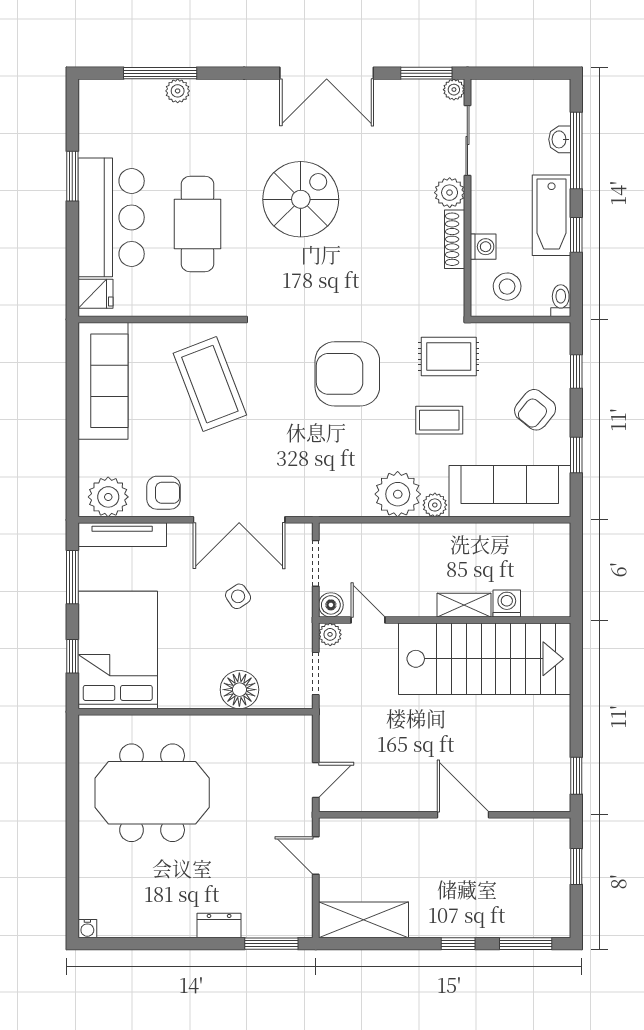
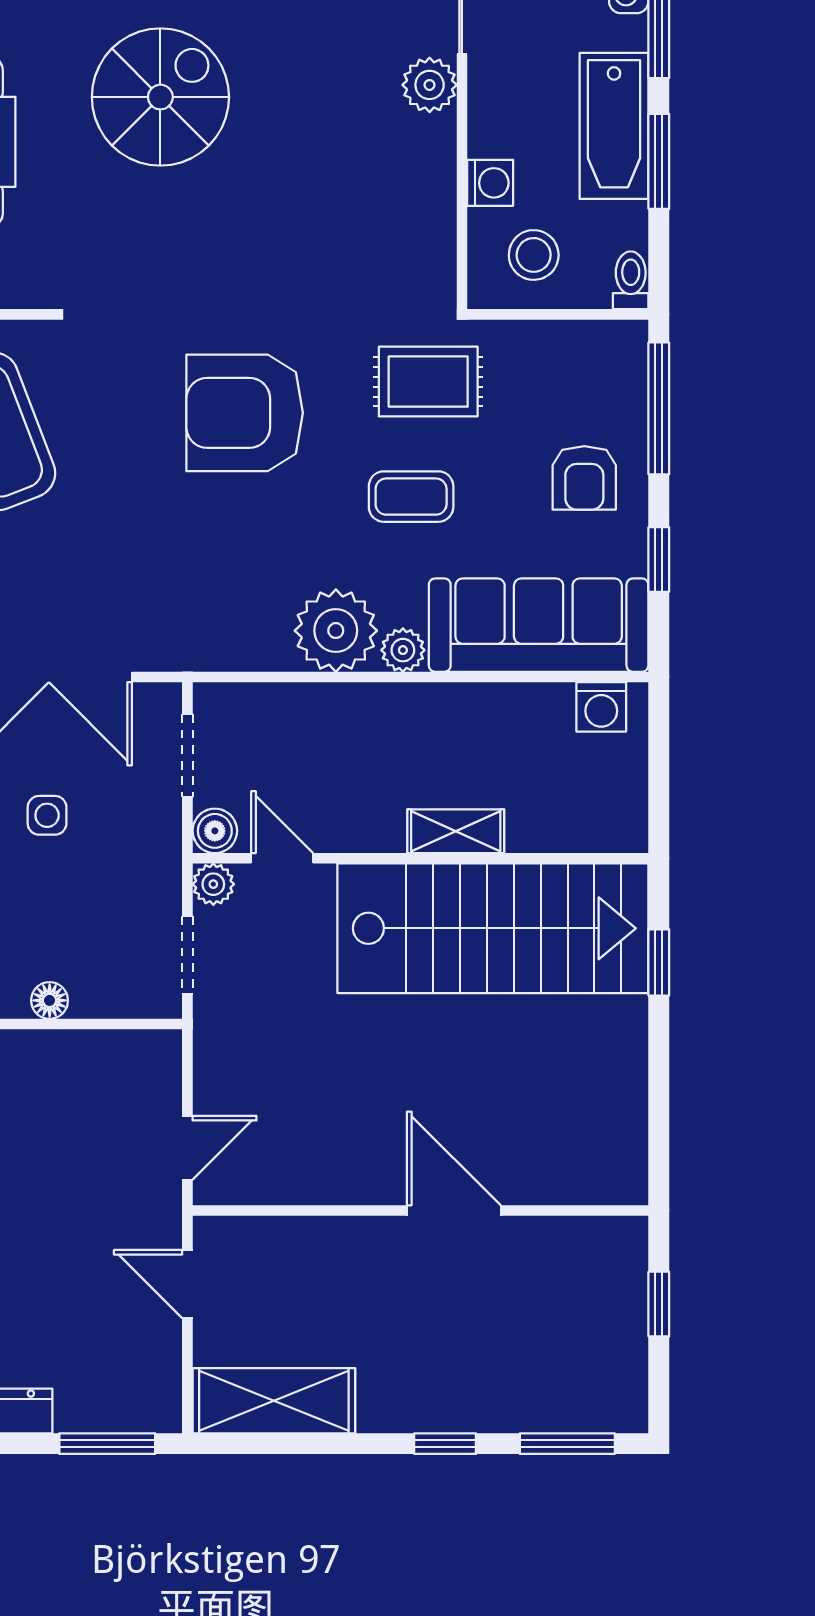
window: (576, 235) -> (659, 161), width x1.50
shoe rack: (455, 239) -> (439, 169), removed
window: (576, 371) -> (659, 408), width x2.17
armchair: (535, 410) -> (584, 478), turned -39
side table: (238, 596) -> (47, 815), turned 34
washing machine: (507, 604) -> (601, 707), moved, turned 180
floor lamp: (239, 690) -> (50, 1000), width x0.53, depth x0.53
window: (576, 776) -> (659, 962), moved

